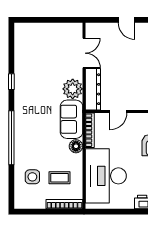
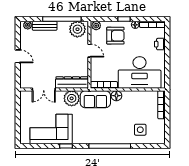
door: (126, 20) -> (18, 56), hinge flipped
double door: (84, 53) -> (44, 89), swing flipped
corner sofa: (33, 63) -> (51, 129), added
door: (118, 112) -> (89, 51), moved
coffee table: (59, 178) -> (141, 109), removed

